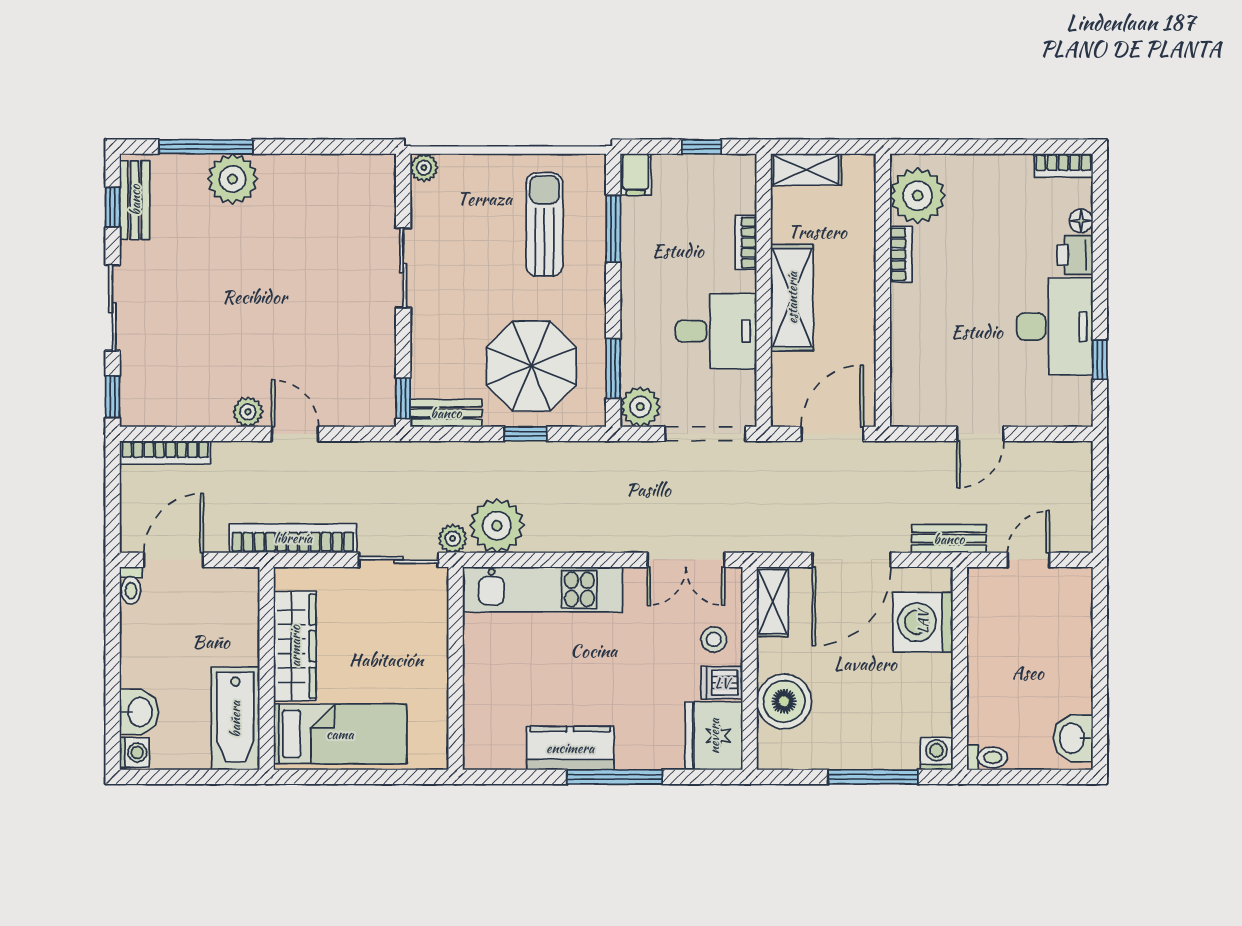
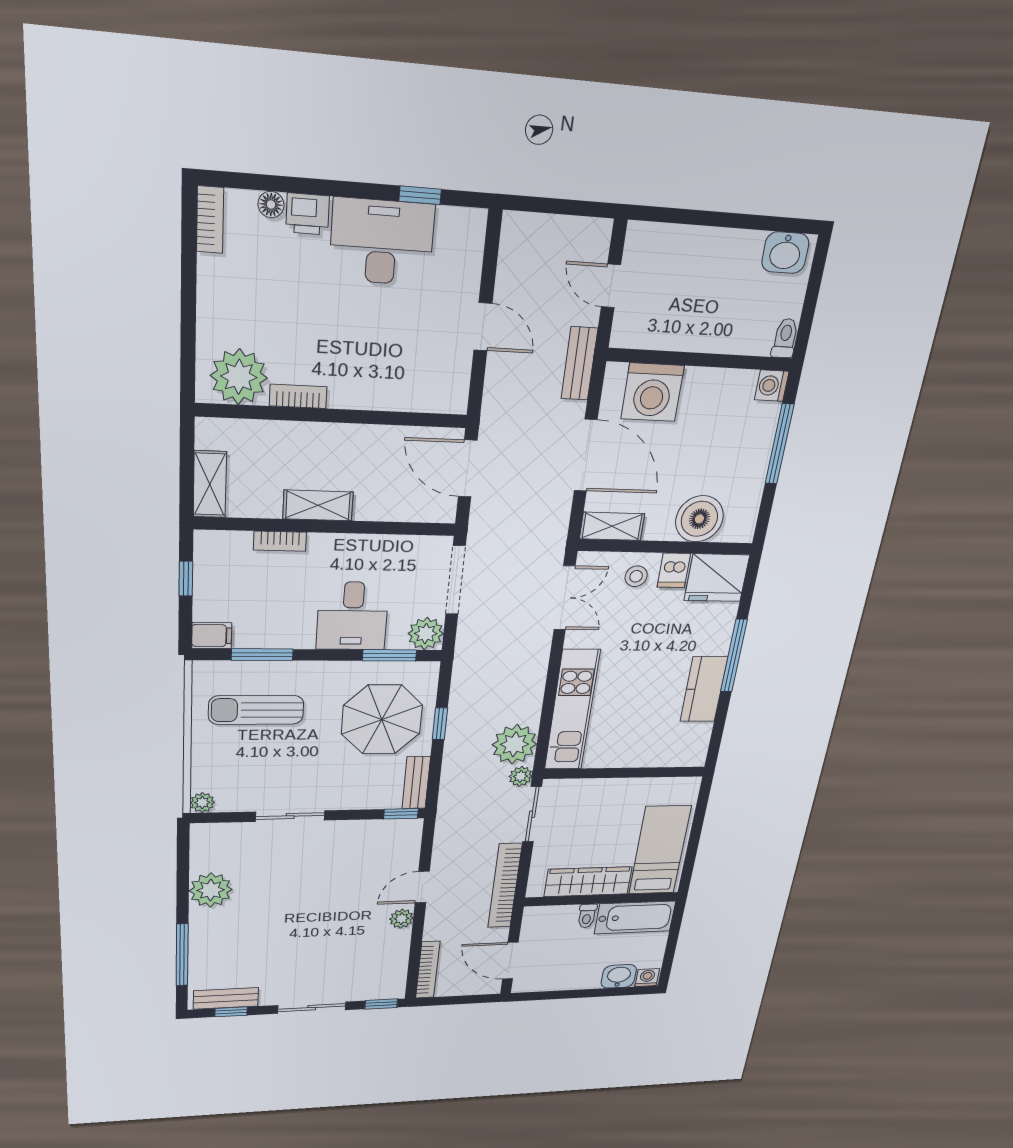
plant: (232, 179) -> (211, 890), moved
shelving: (792, 298) -> (318, 505), width x0.67, depth x0.75
desk: (716, 331) -> (352, 616), moved, turned 180
toilet: (131, 585) -> (587, 916), moved, turned 90

